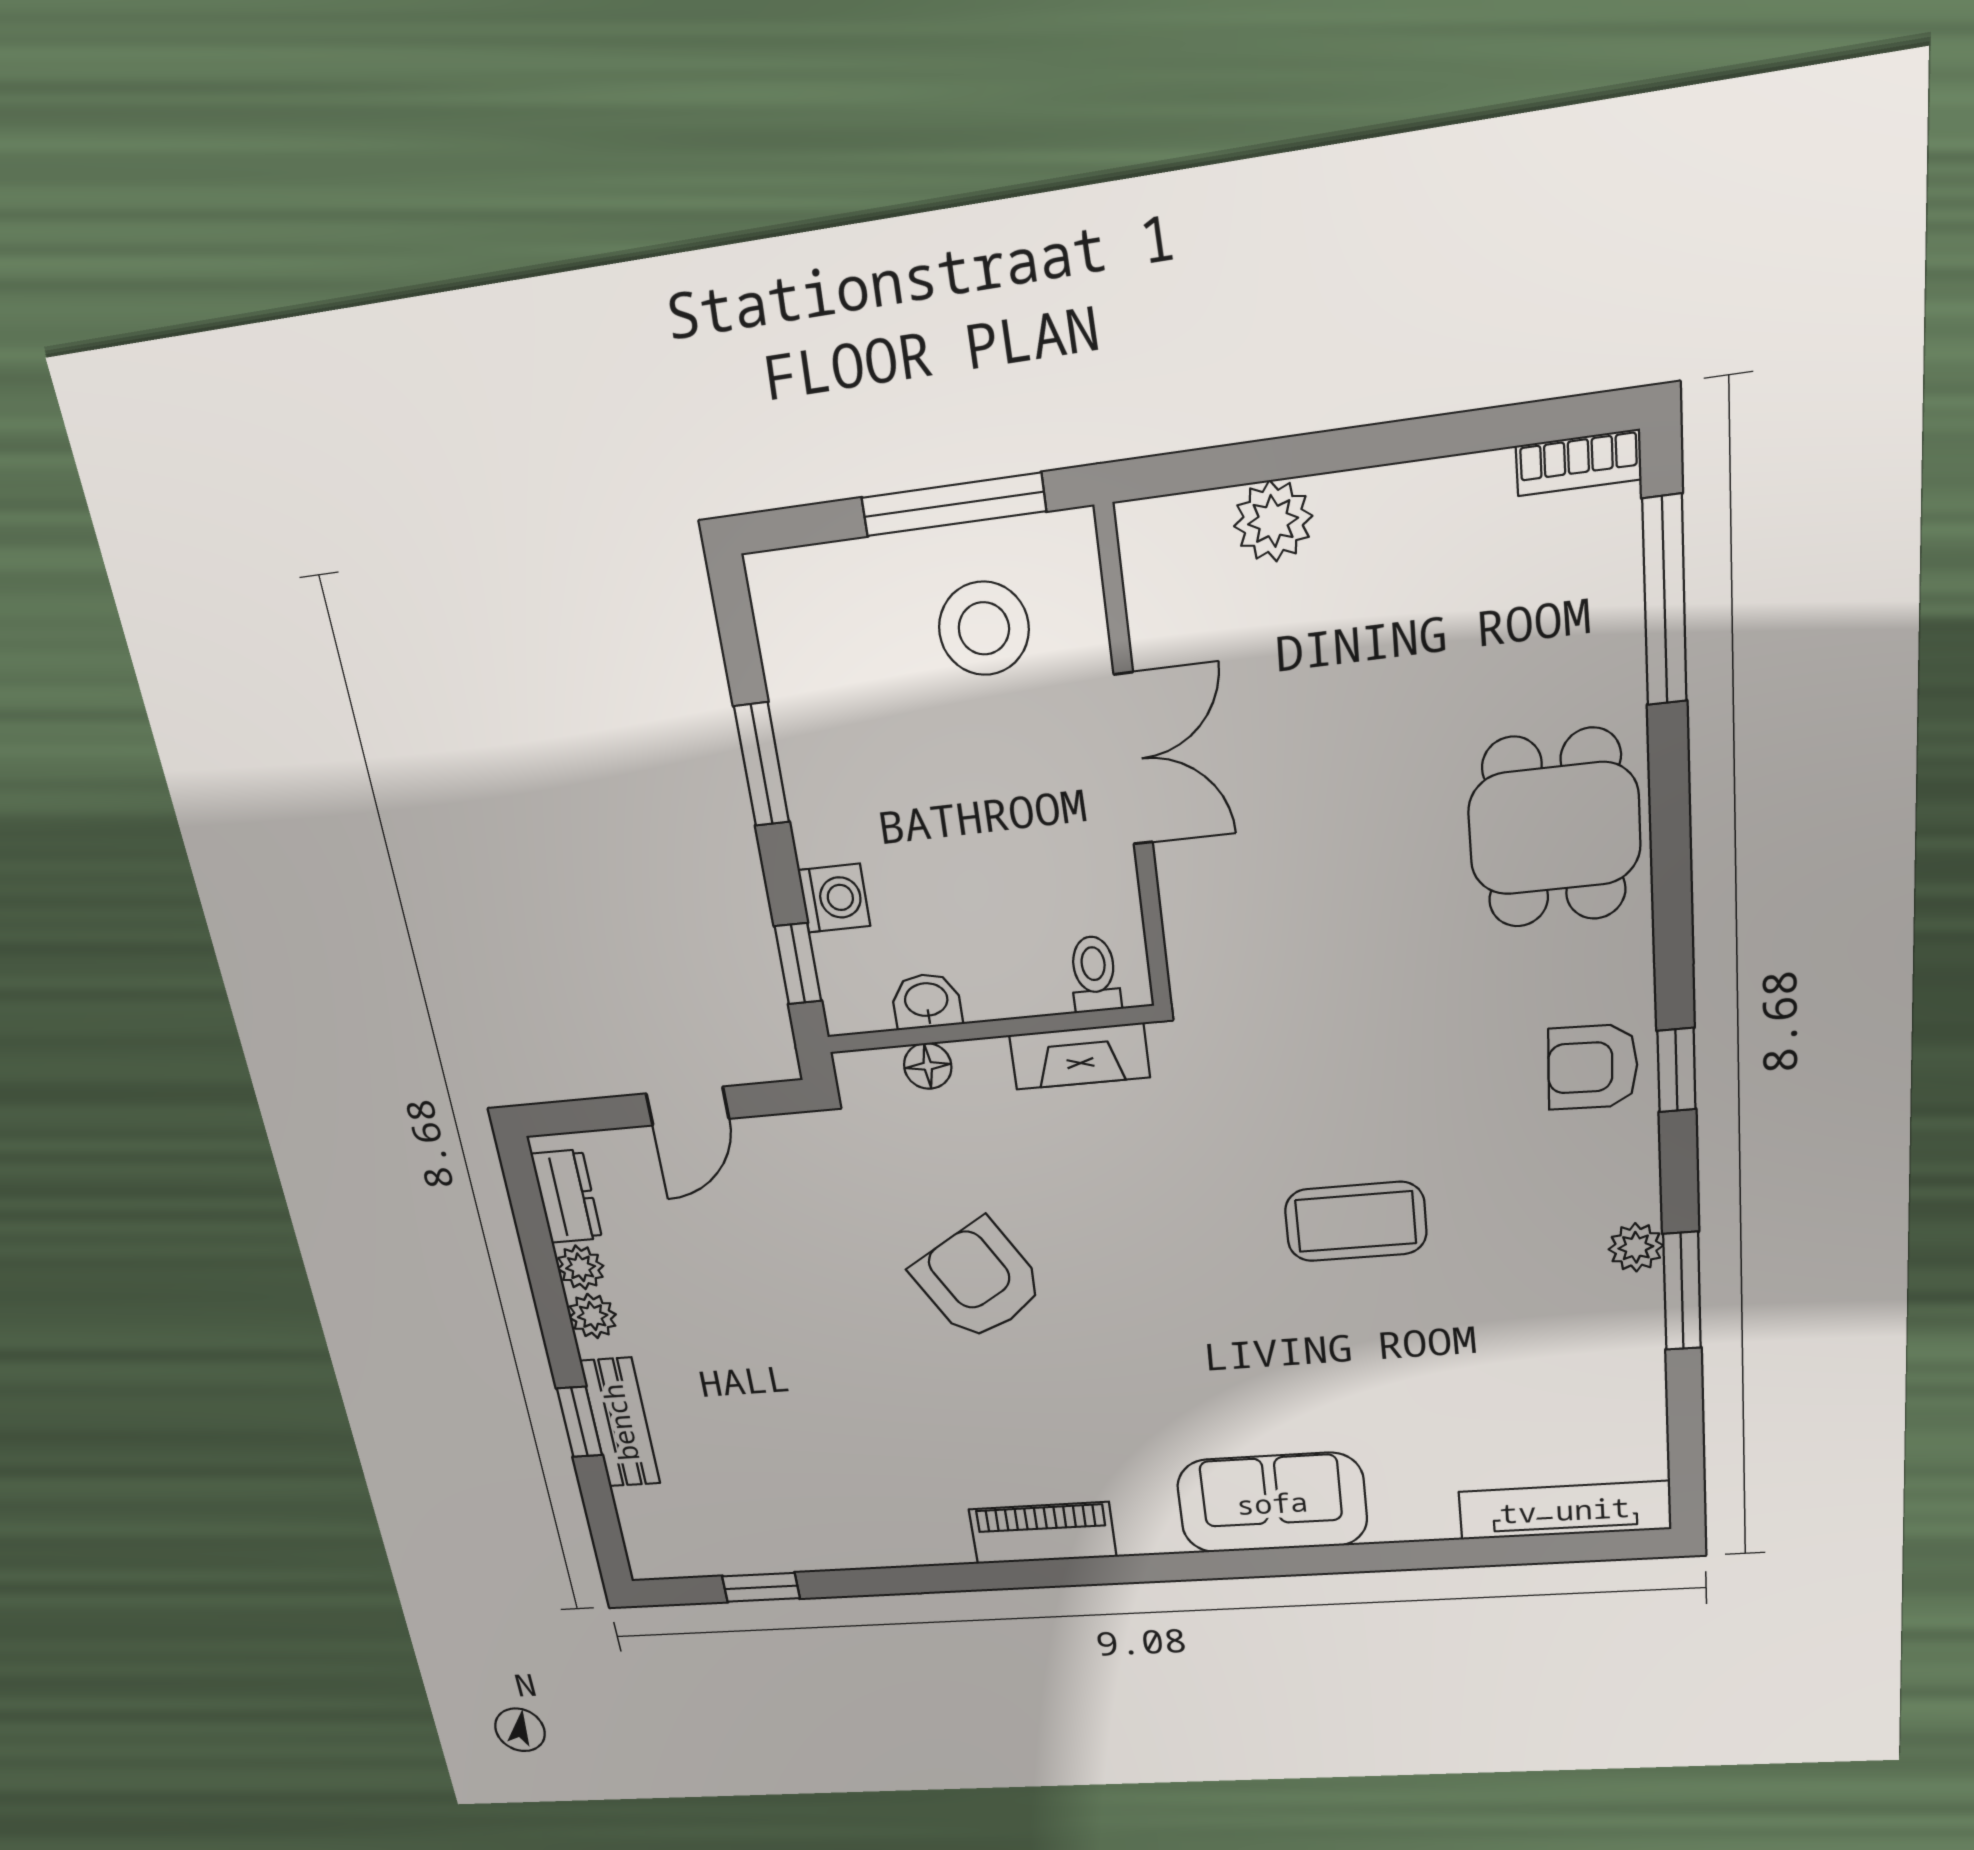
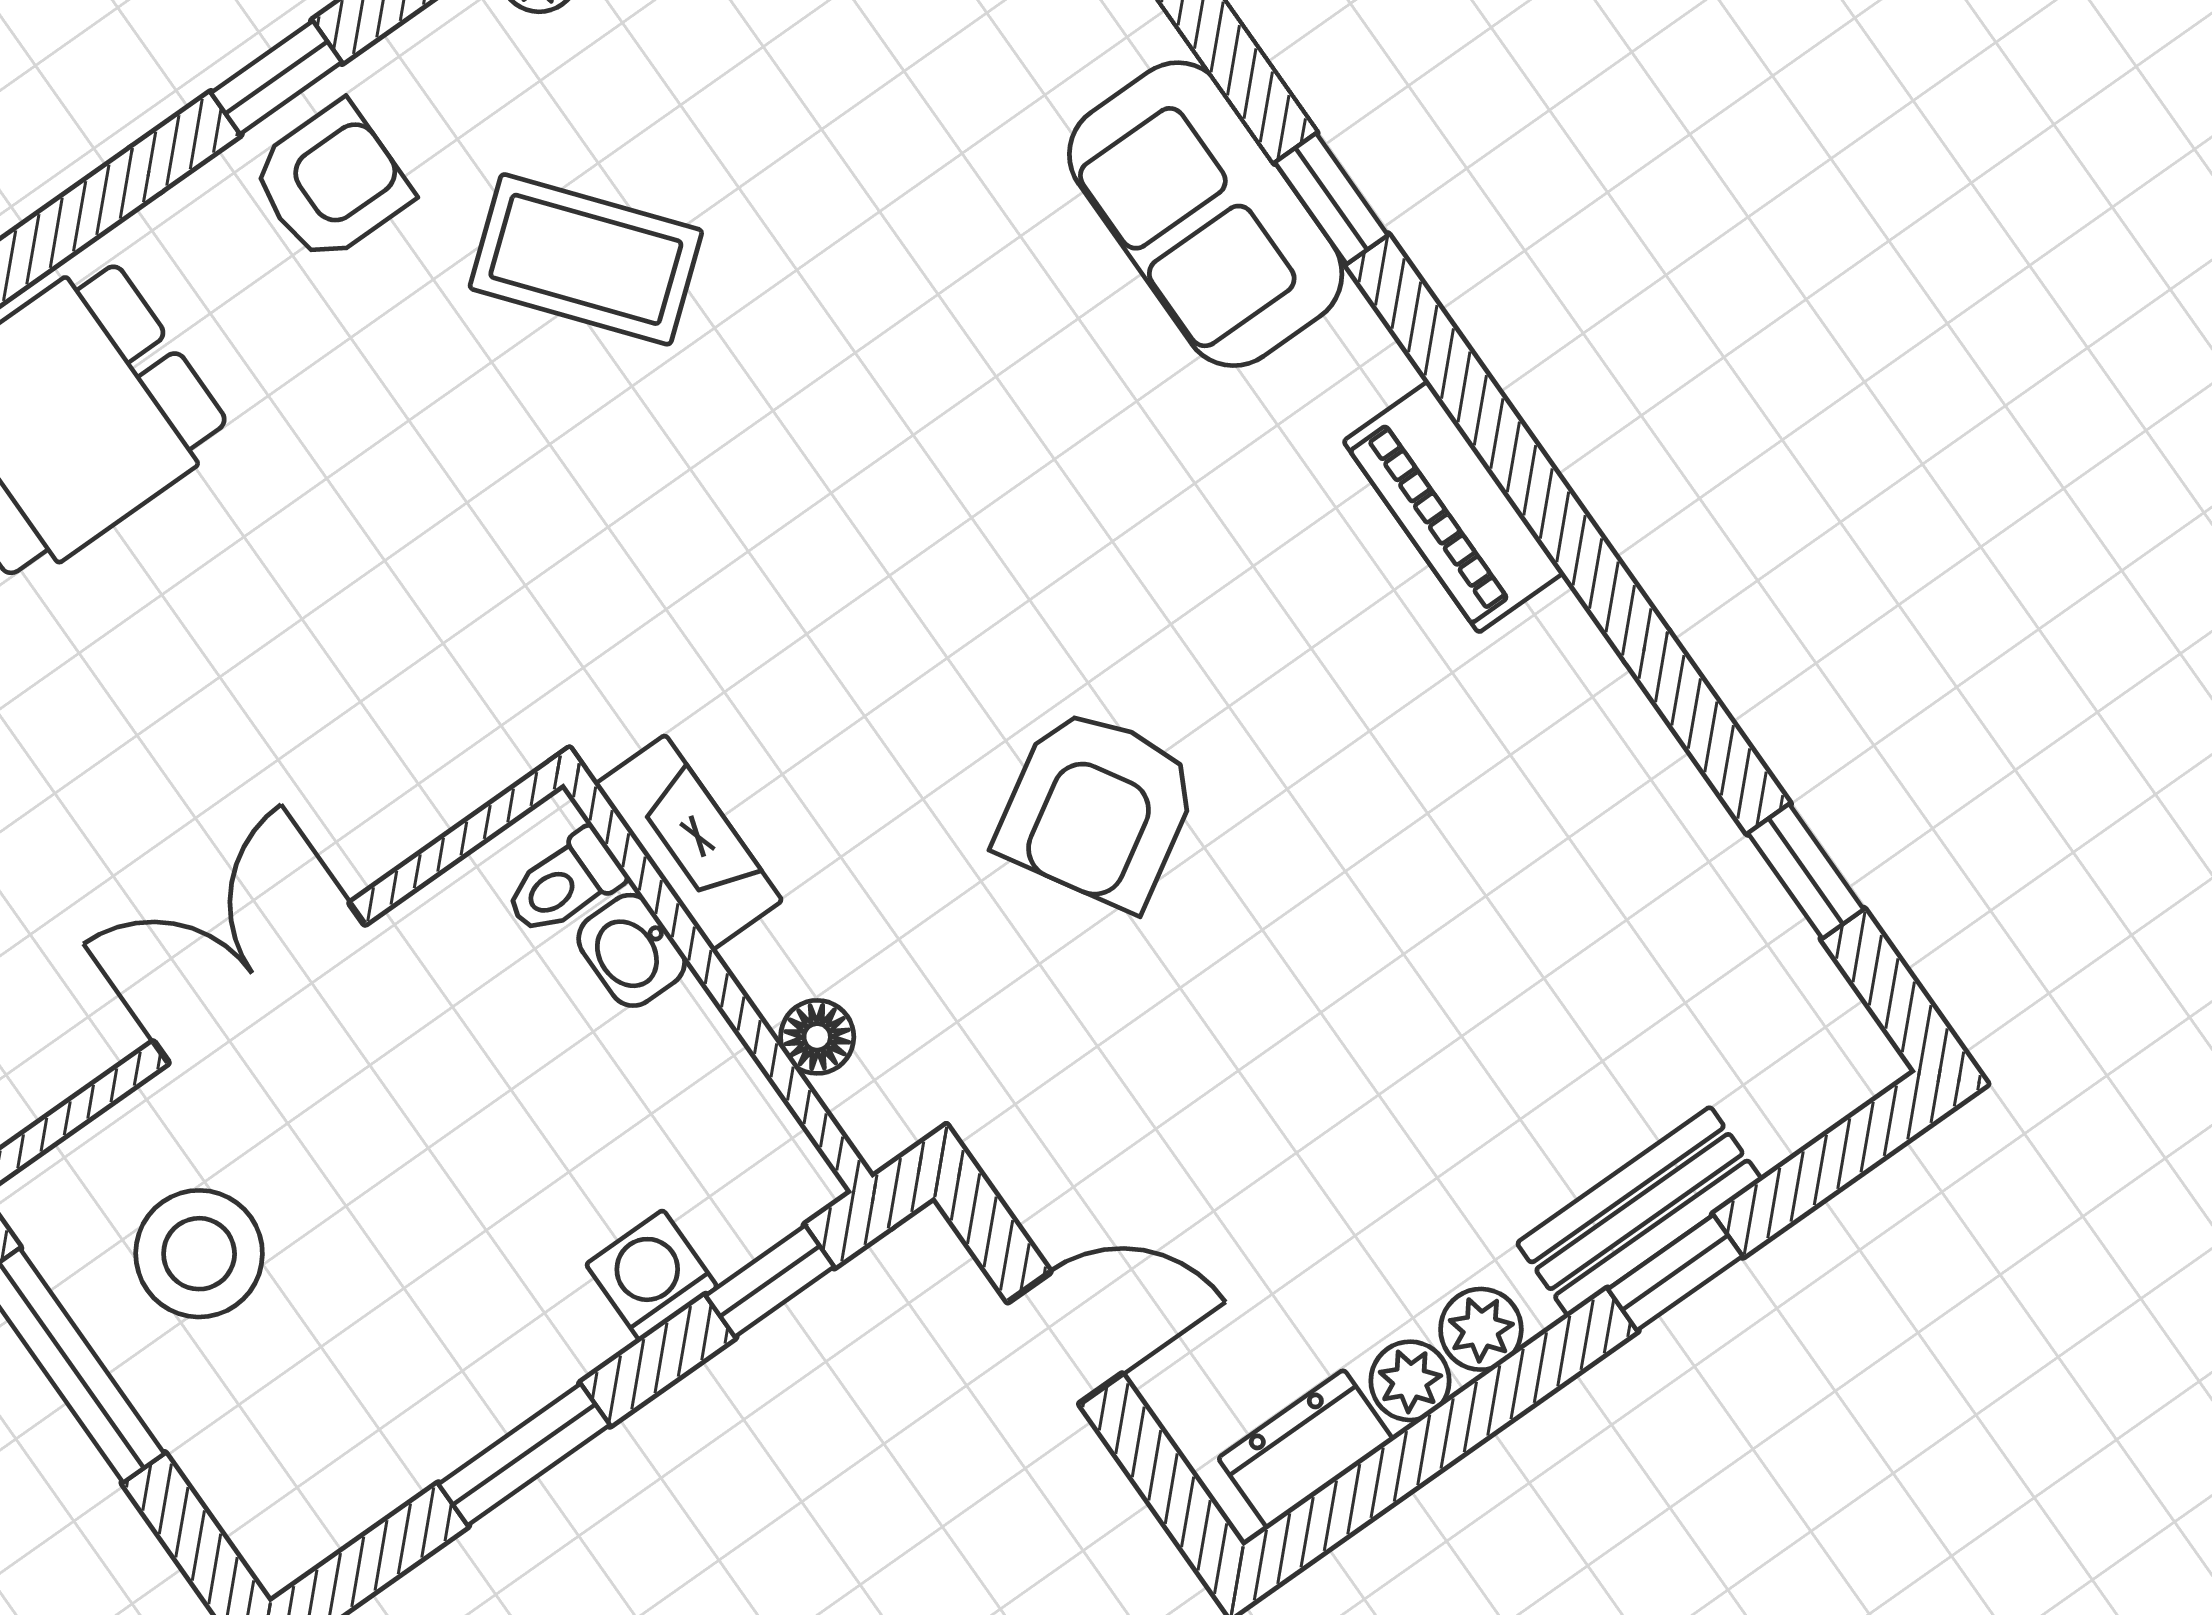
washbasin: (926, 1001) -> (632, 950), moved
armchair: (1593, 1067) -> (331, 182), turned -92
coffee table: (1356, 1222) -> (586, 259), moved, turned -39
window: (1242, 1564) -> (1331, 199), added

